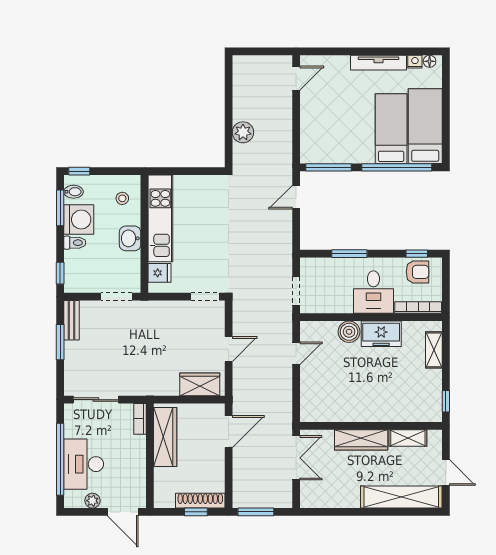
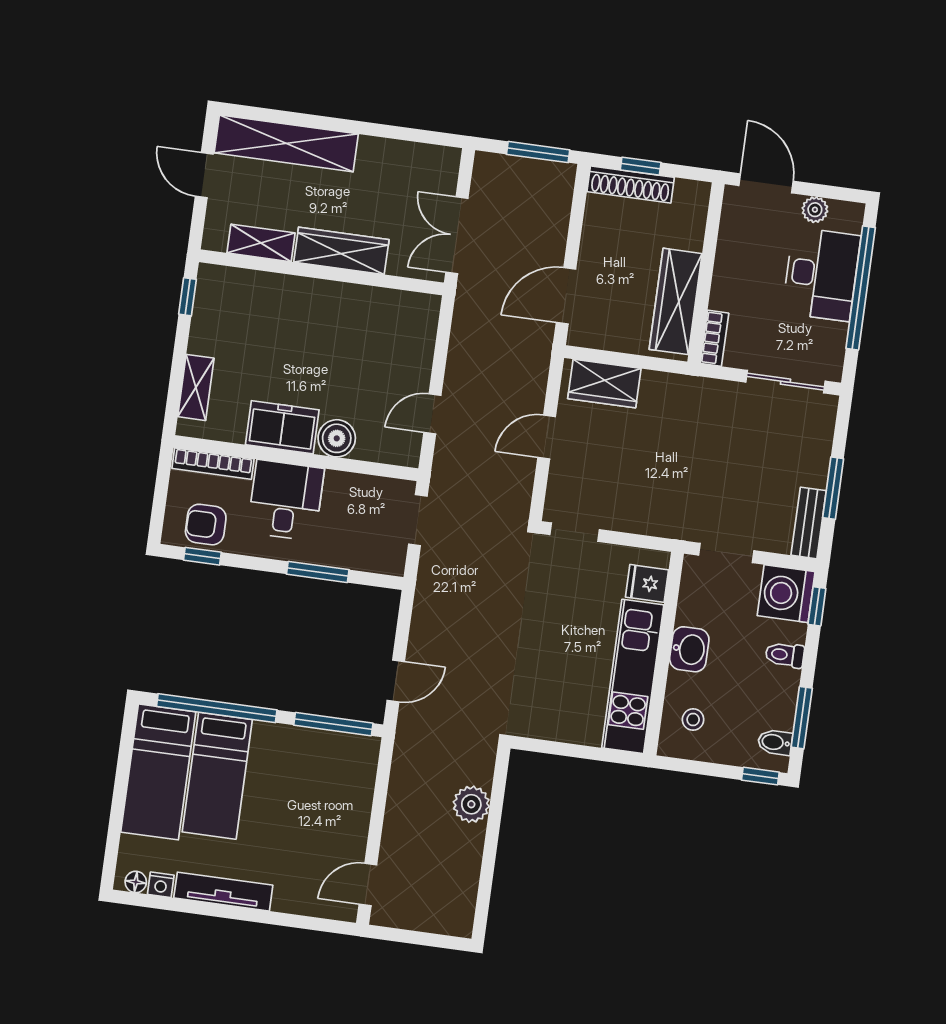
washing machine: (79, 220) -> (786, 594), moved

